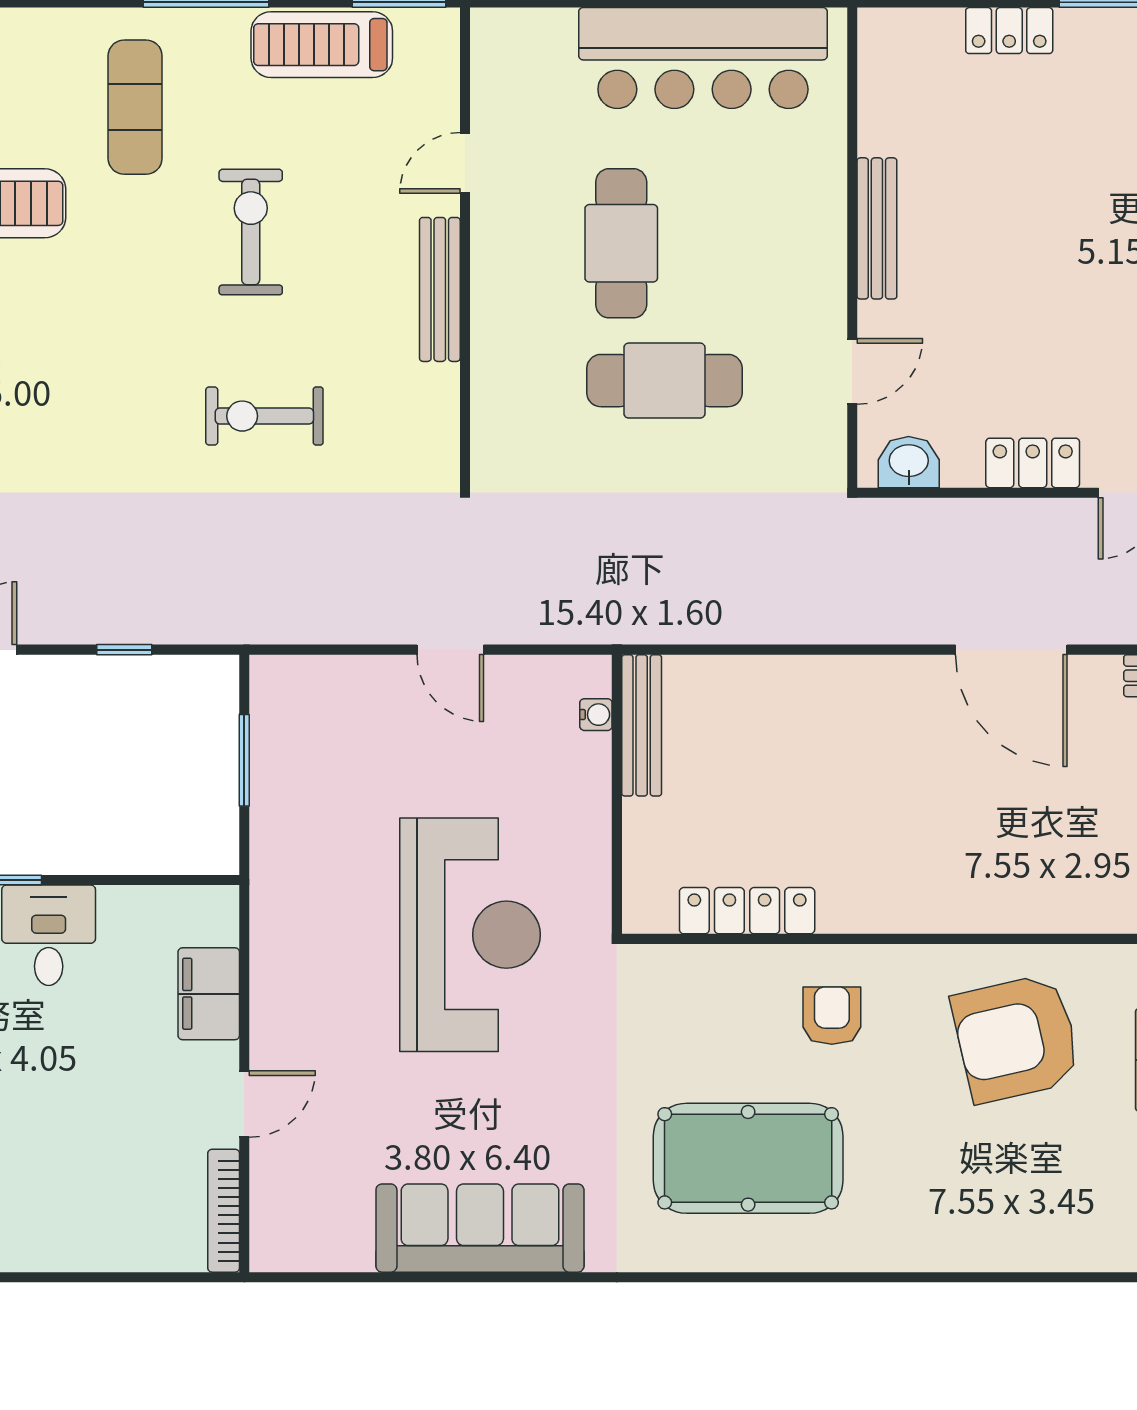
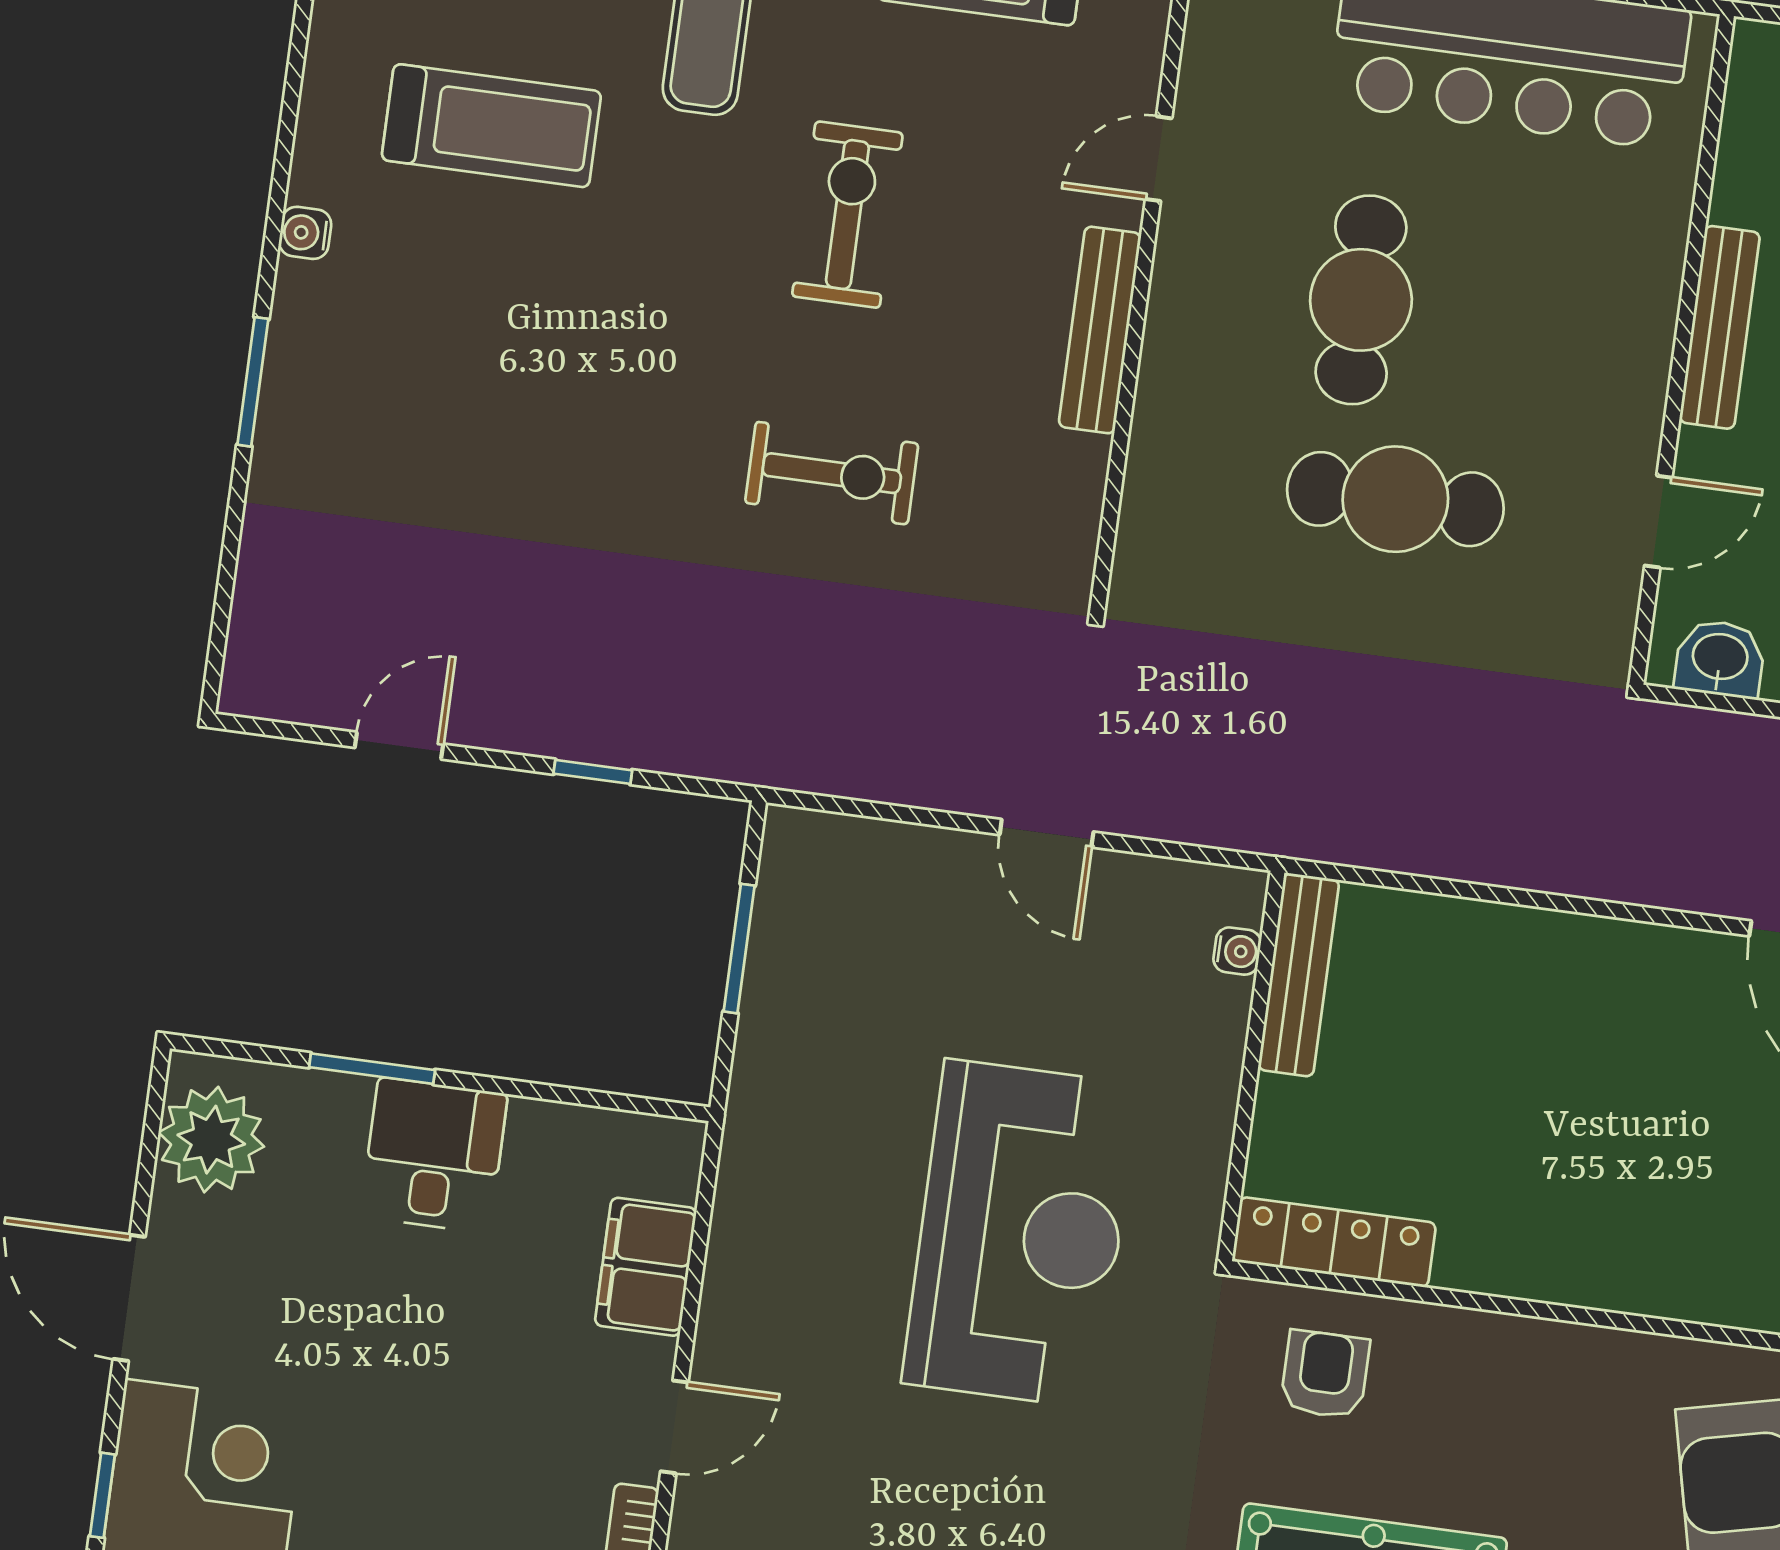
exercise bike: (264, 416) -> (832, 473), turned 180
locker: (747, 911) -> (1334, 1242), moved
armchair: (832, 1016) -> (1325, 1374), moved

